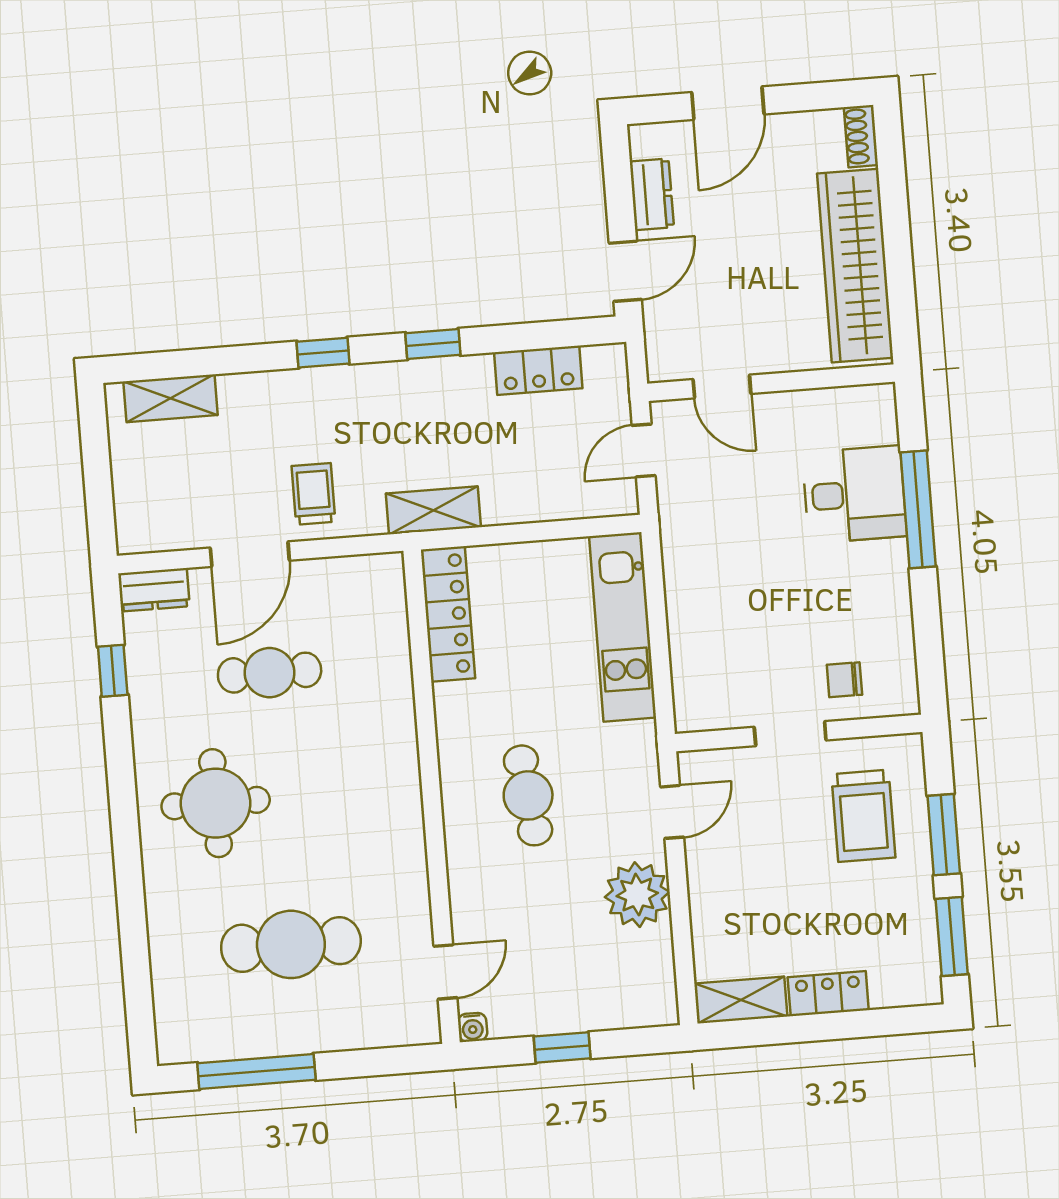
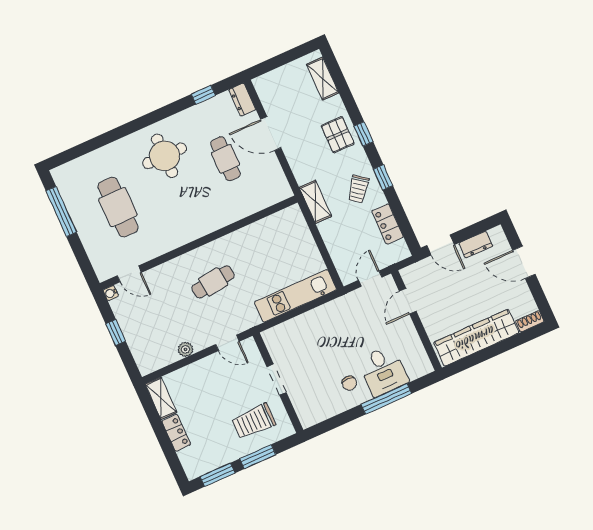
pallet: (305, 409) -> (338, 135), added
door: (644, 451) -> (370, 279), hinge flipped
trolley: (313, 494) -> (358, 189), moved, turned 127
locker: (448, 614) -> (275, 223), removed
chair: (844, 680) -> (349, 383), moved, turned 180
plant: (637, 895) -> (185, 349), width x0.53, depth x0.53

